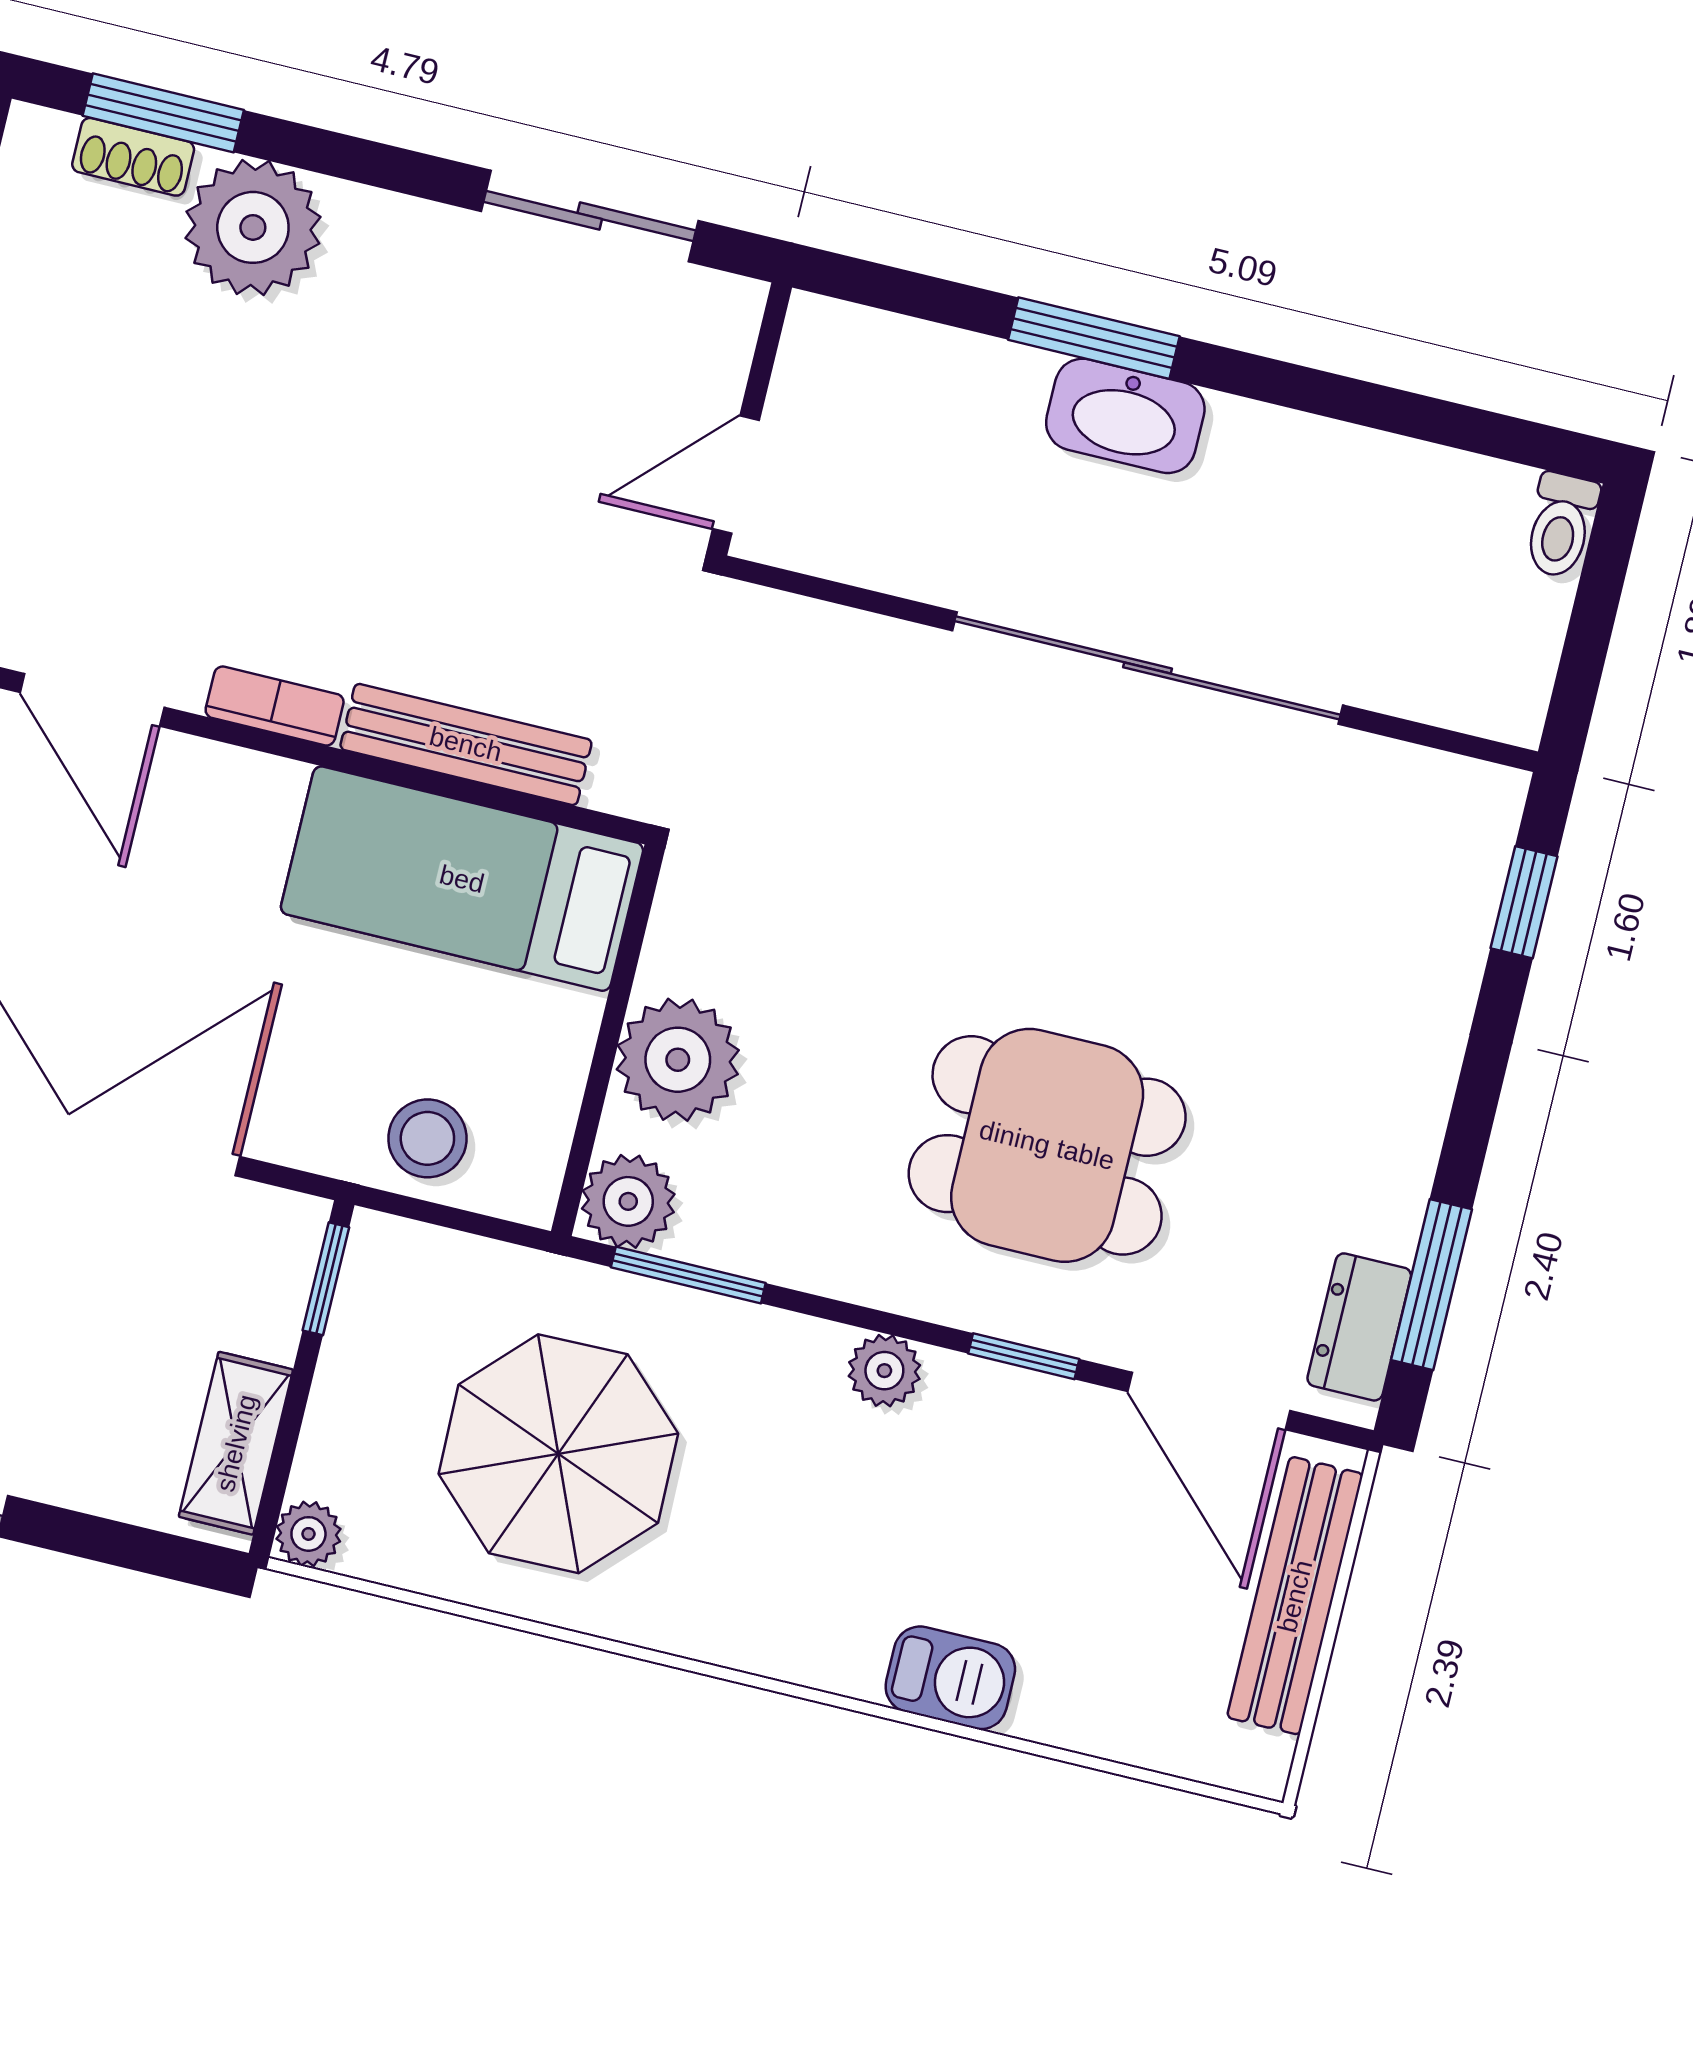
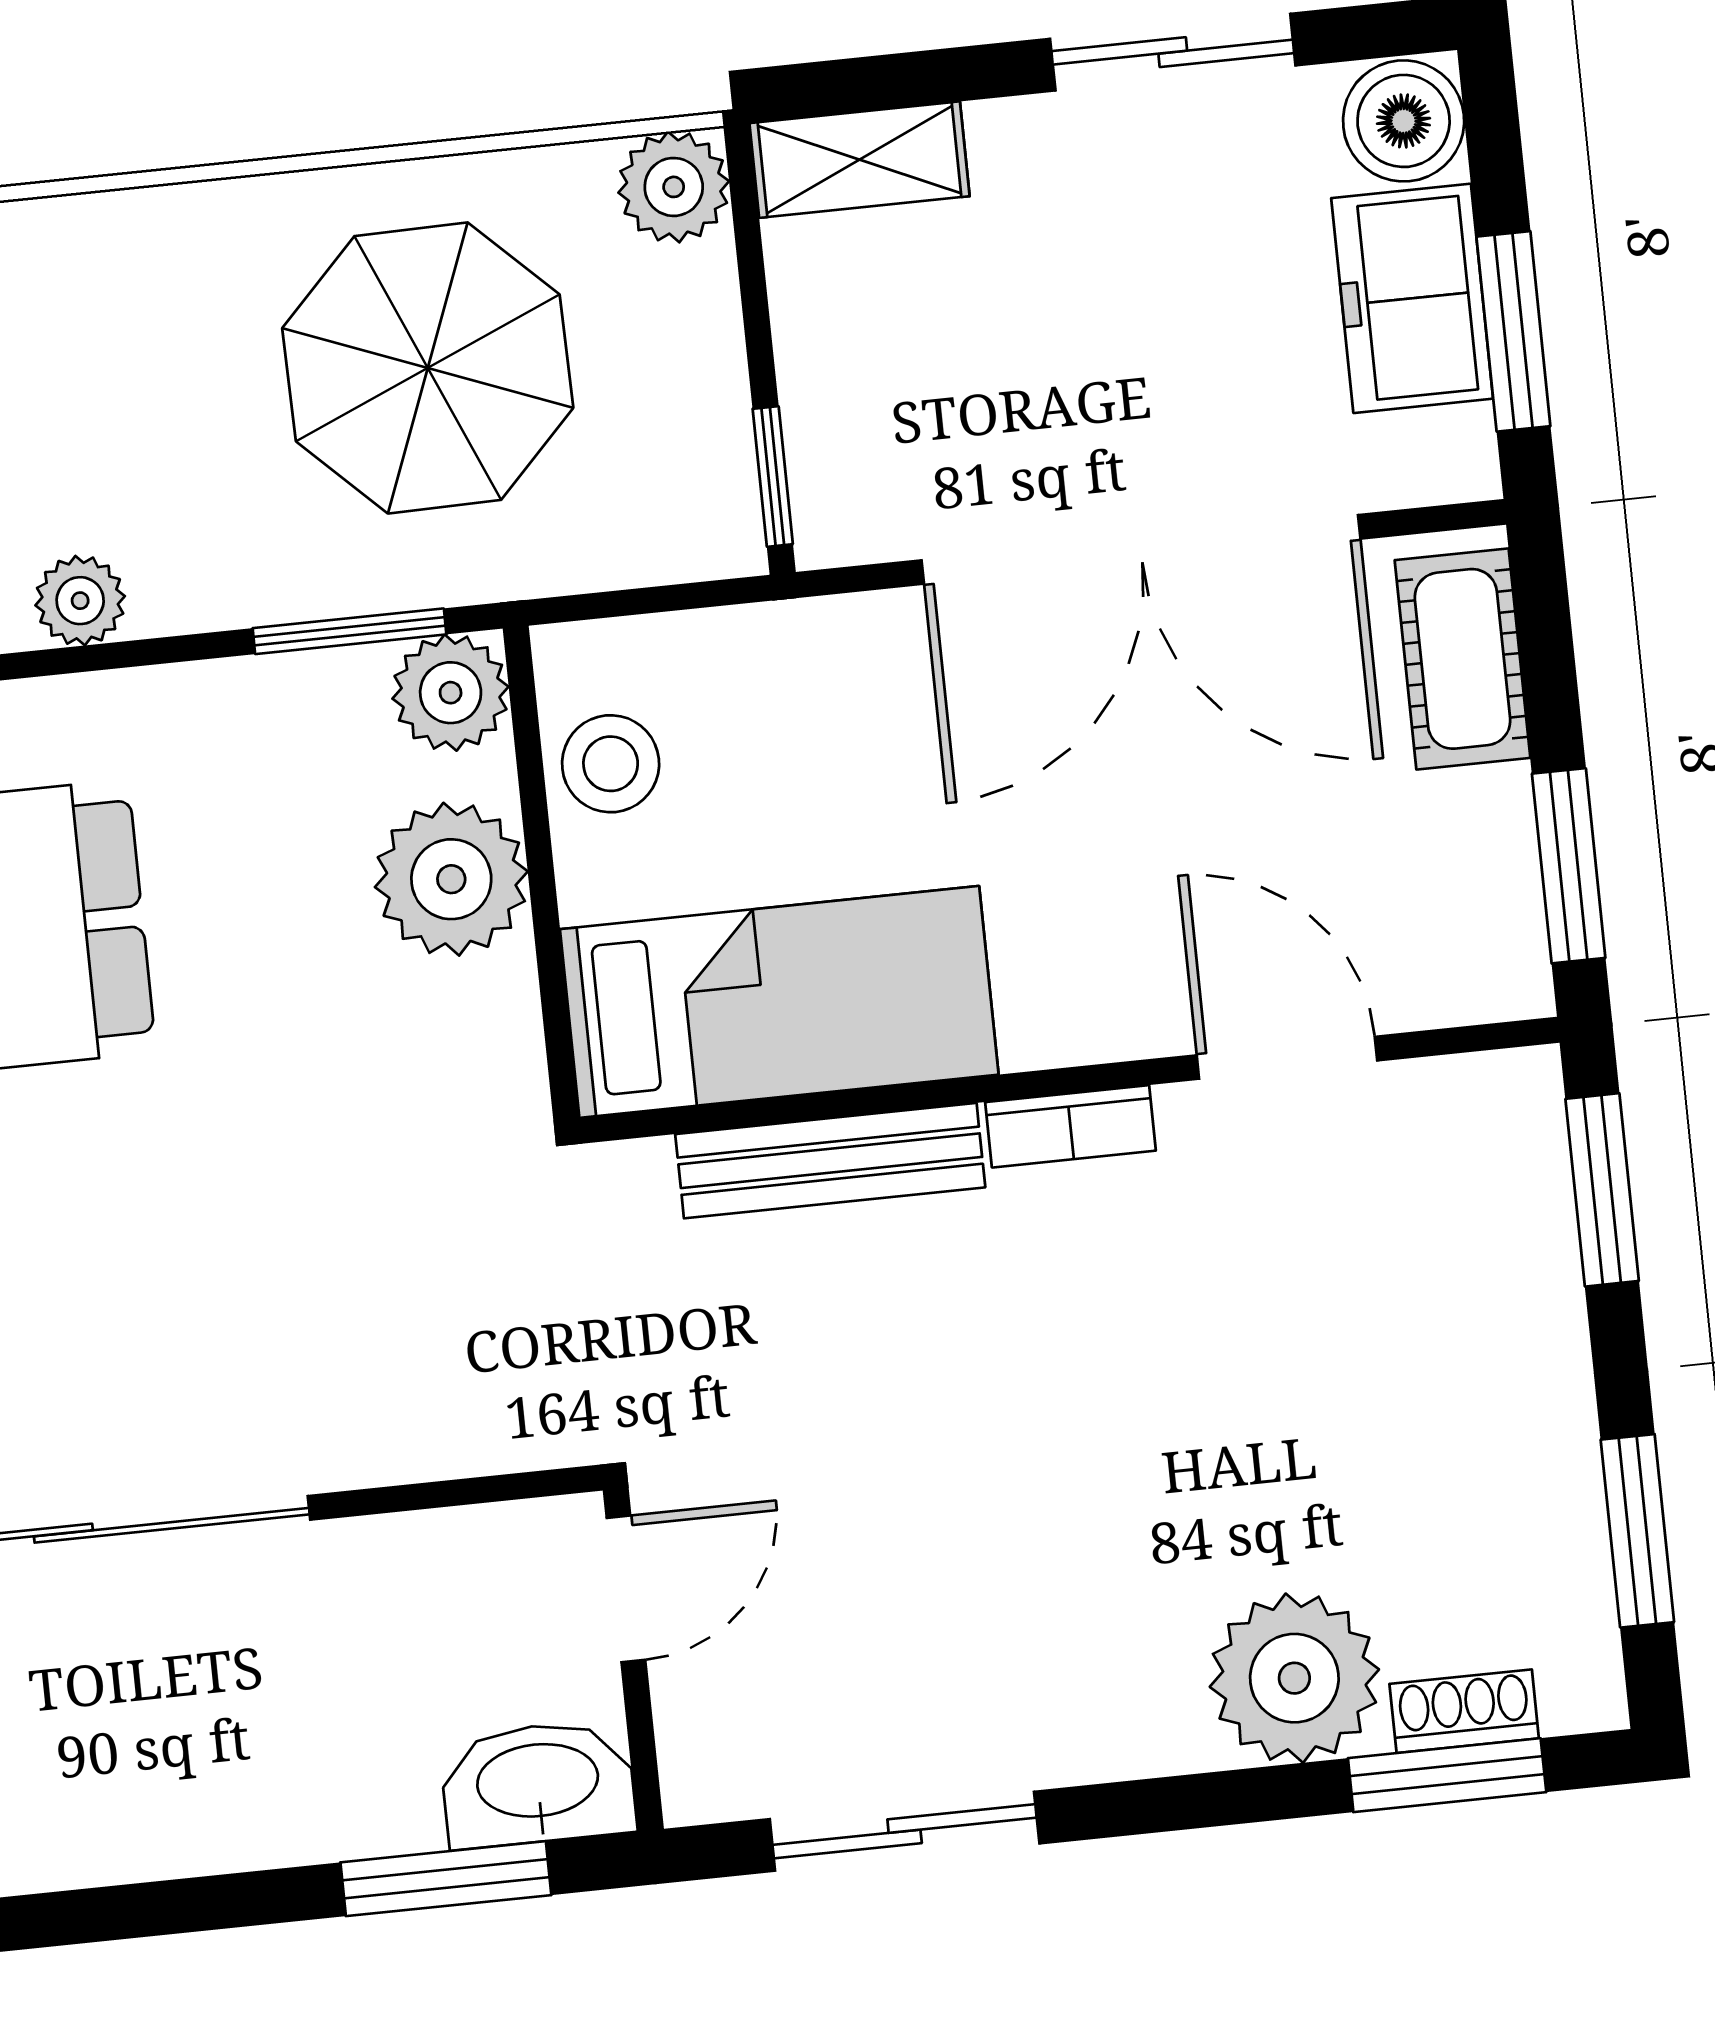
window: (1094, 338) -> (446, 1879), moved
washbasin: (1125, 416) -> (538, 1784), moved
stool: (427, 1138) -> (611, 764), moved
shelving: (236, 1443) -> (859, 160), moved, turned 90
plant: (308, 1534) -> (674, 187), width x1.38, depth x1.38

